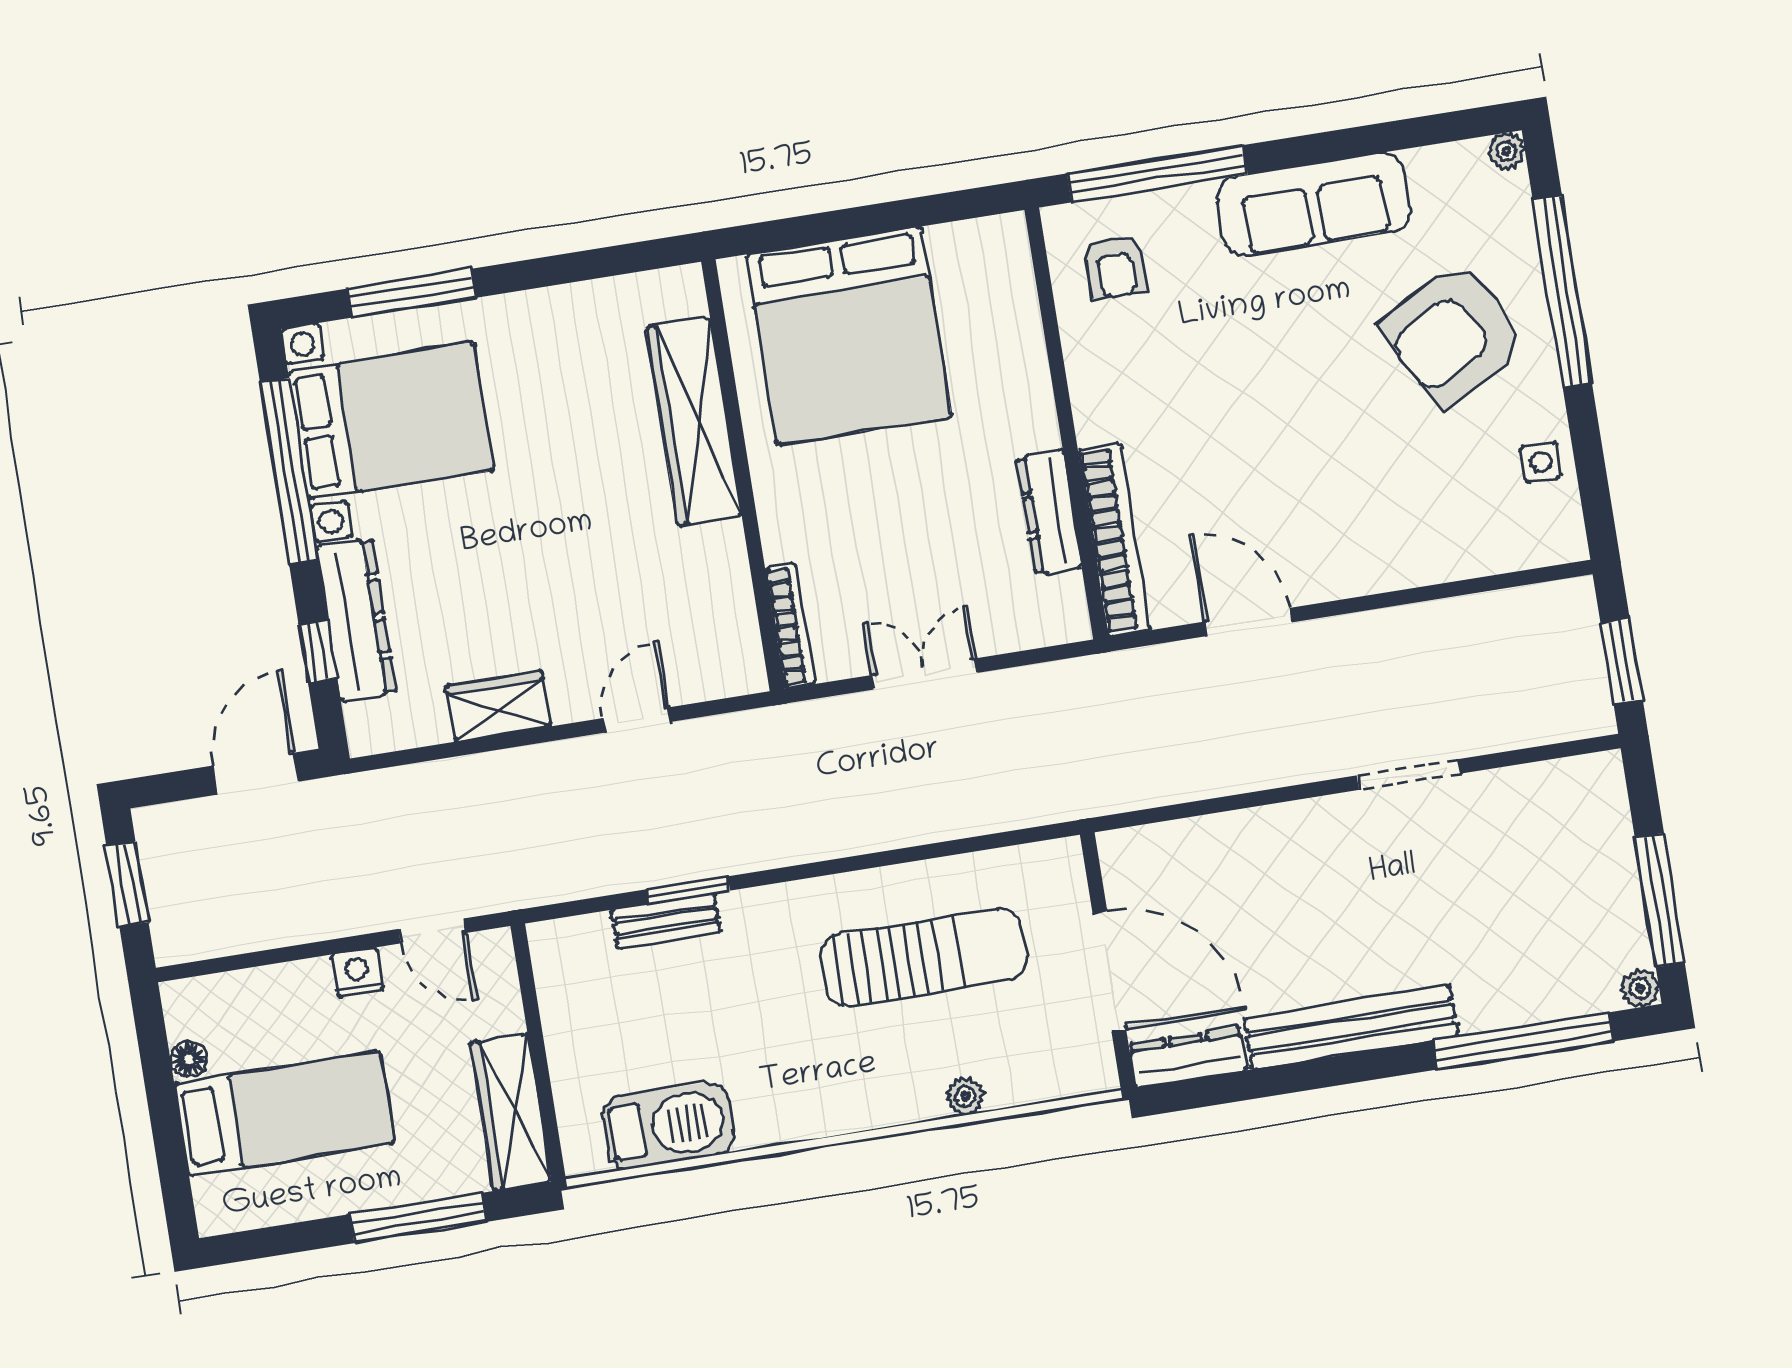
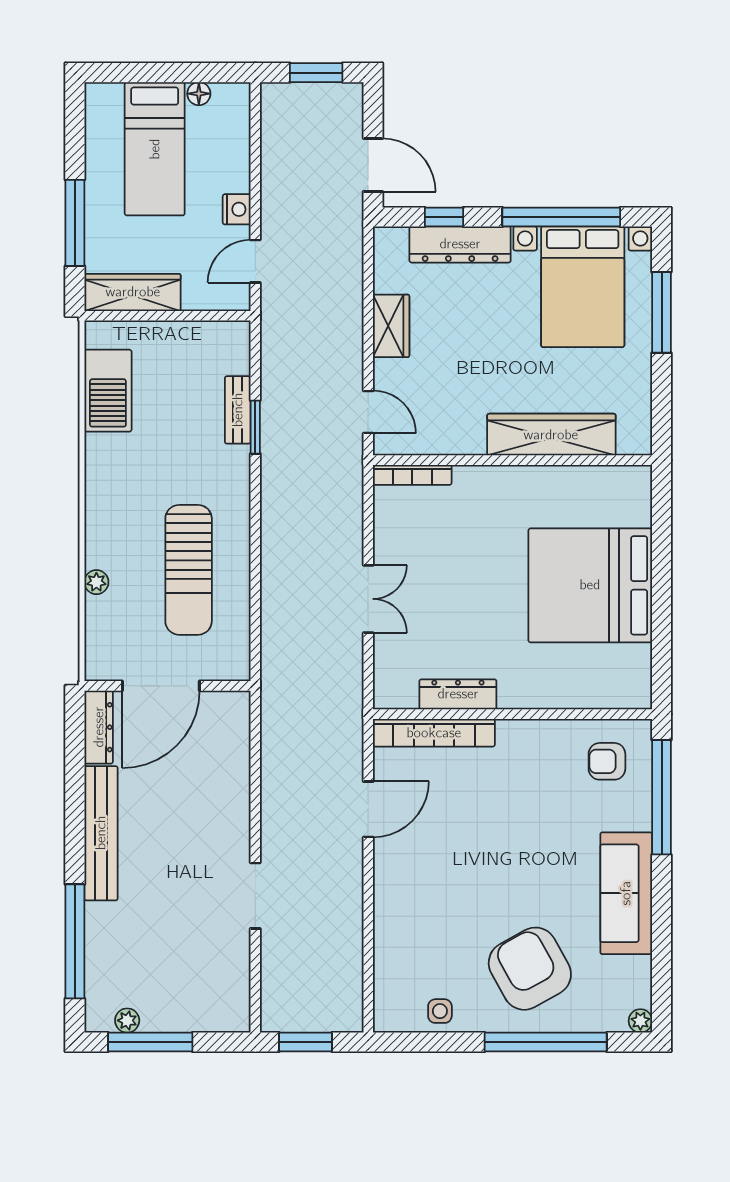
wardrobe: (694, 422) -> (551, 435), moved
wall: (743, 475) -> (513, 460), moved
bookcase: (790, 626) -> (412, 475), moved
plant: (1640, 988) -> (127, 1020), moved

